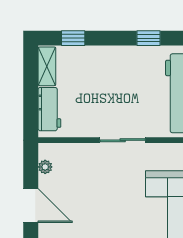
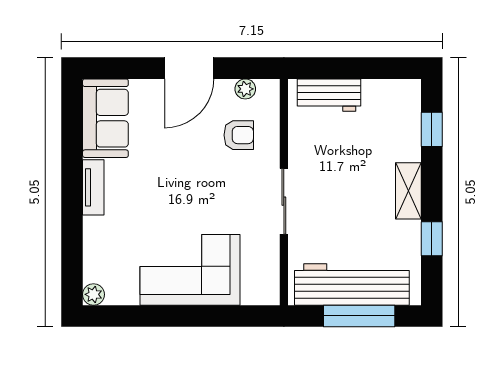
shelving: (47, 66) -> (408, 191), moved, turned 90
armchair: (77, 171) -> (239, 135), added

